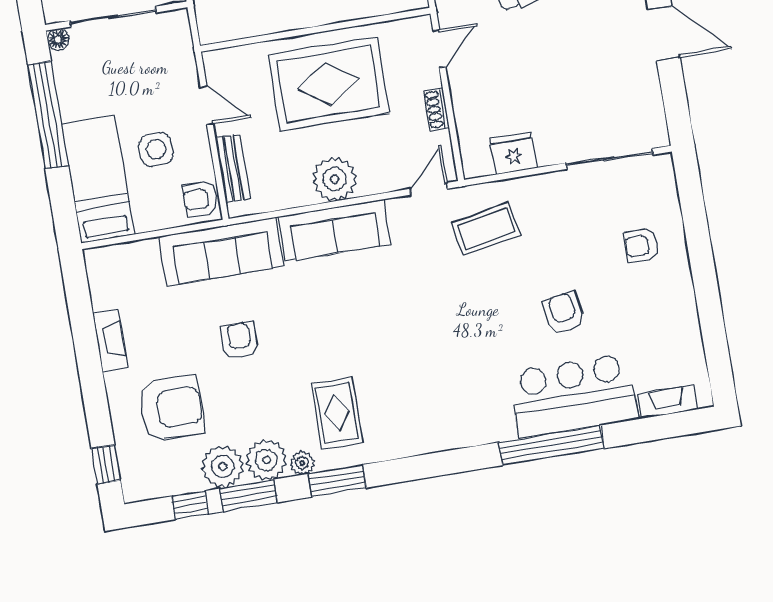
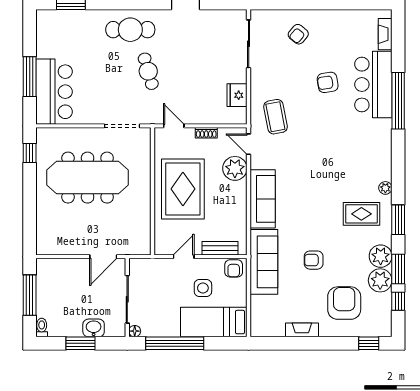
plant: (335, 179) -> (235, 168), moved
armchair: (642, 246) -> (298, 34), turned 40
plant: (302, 463) -> (385, 188), moved

